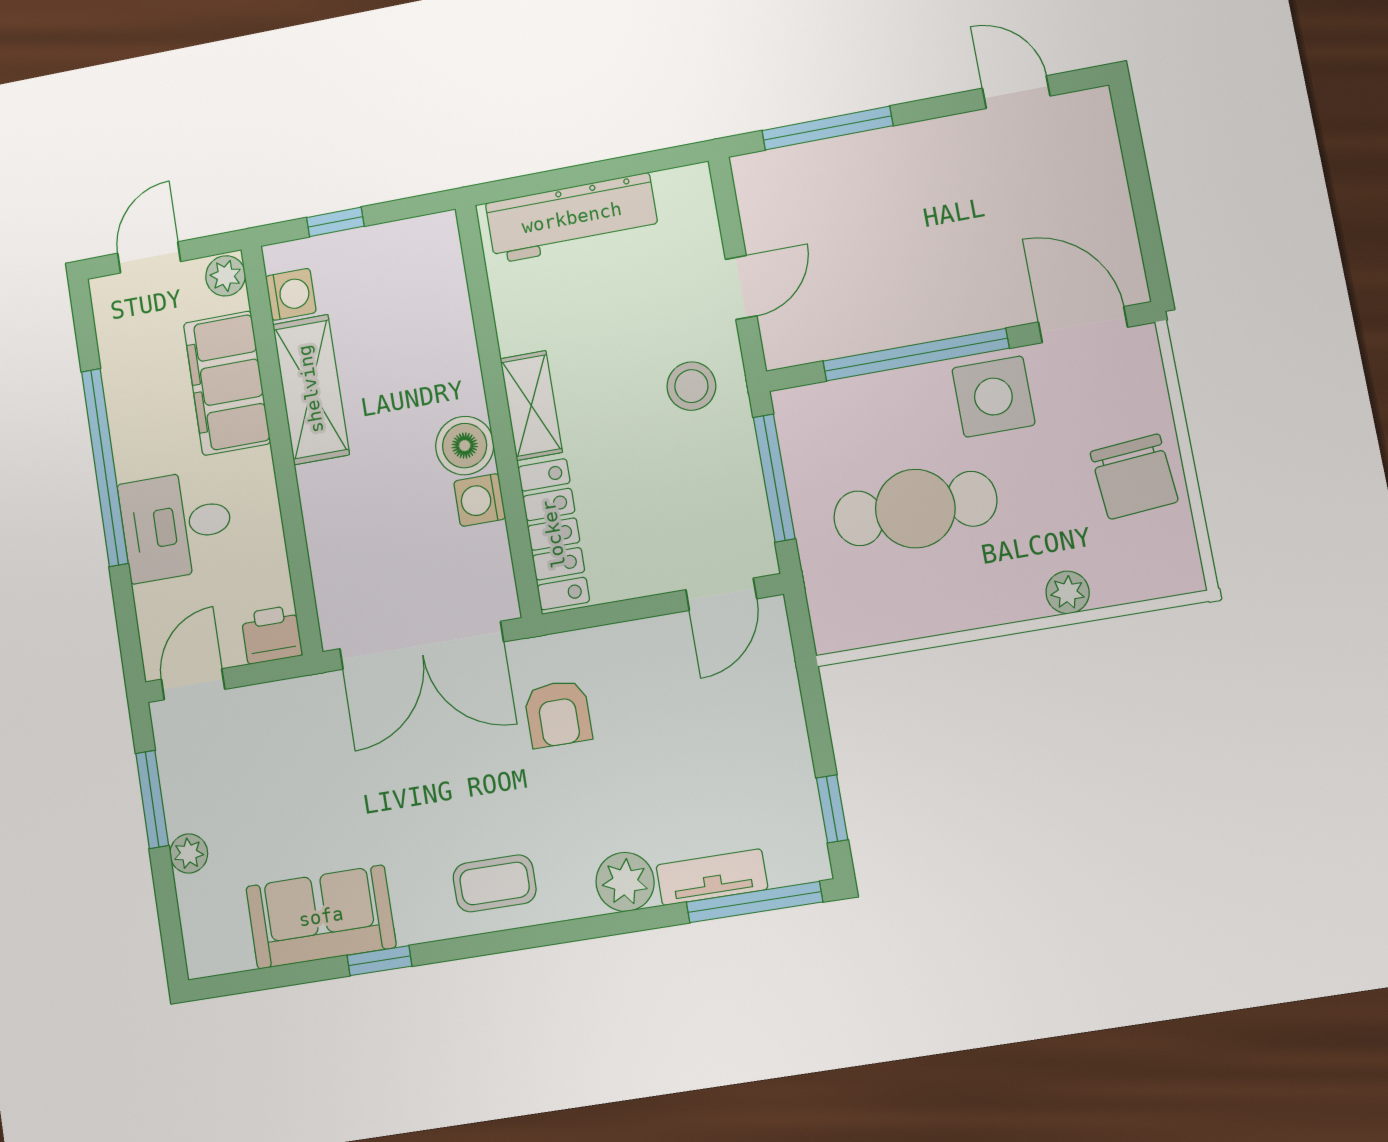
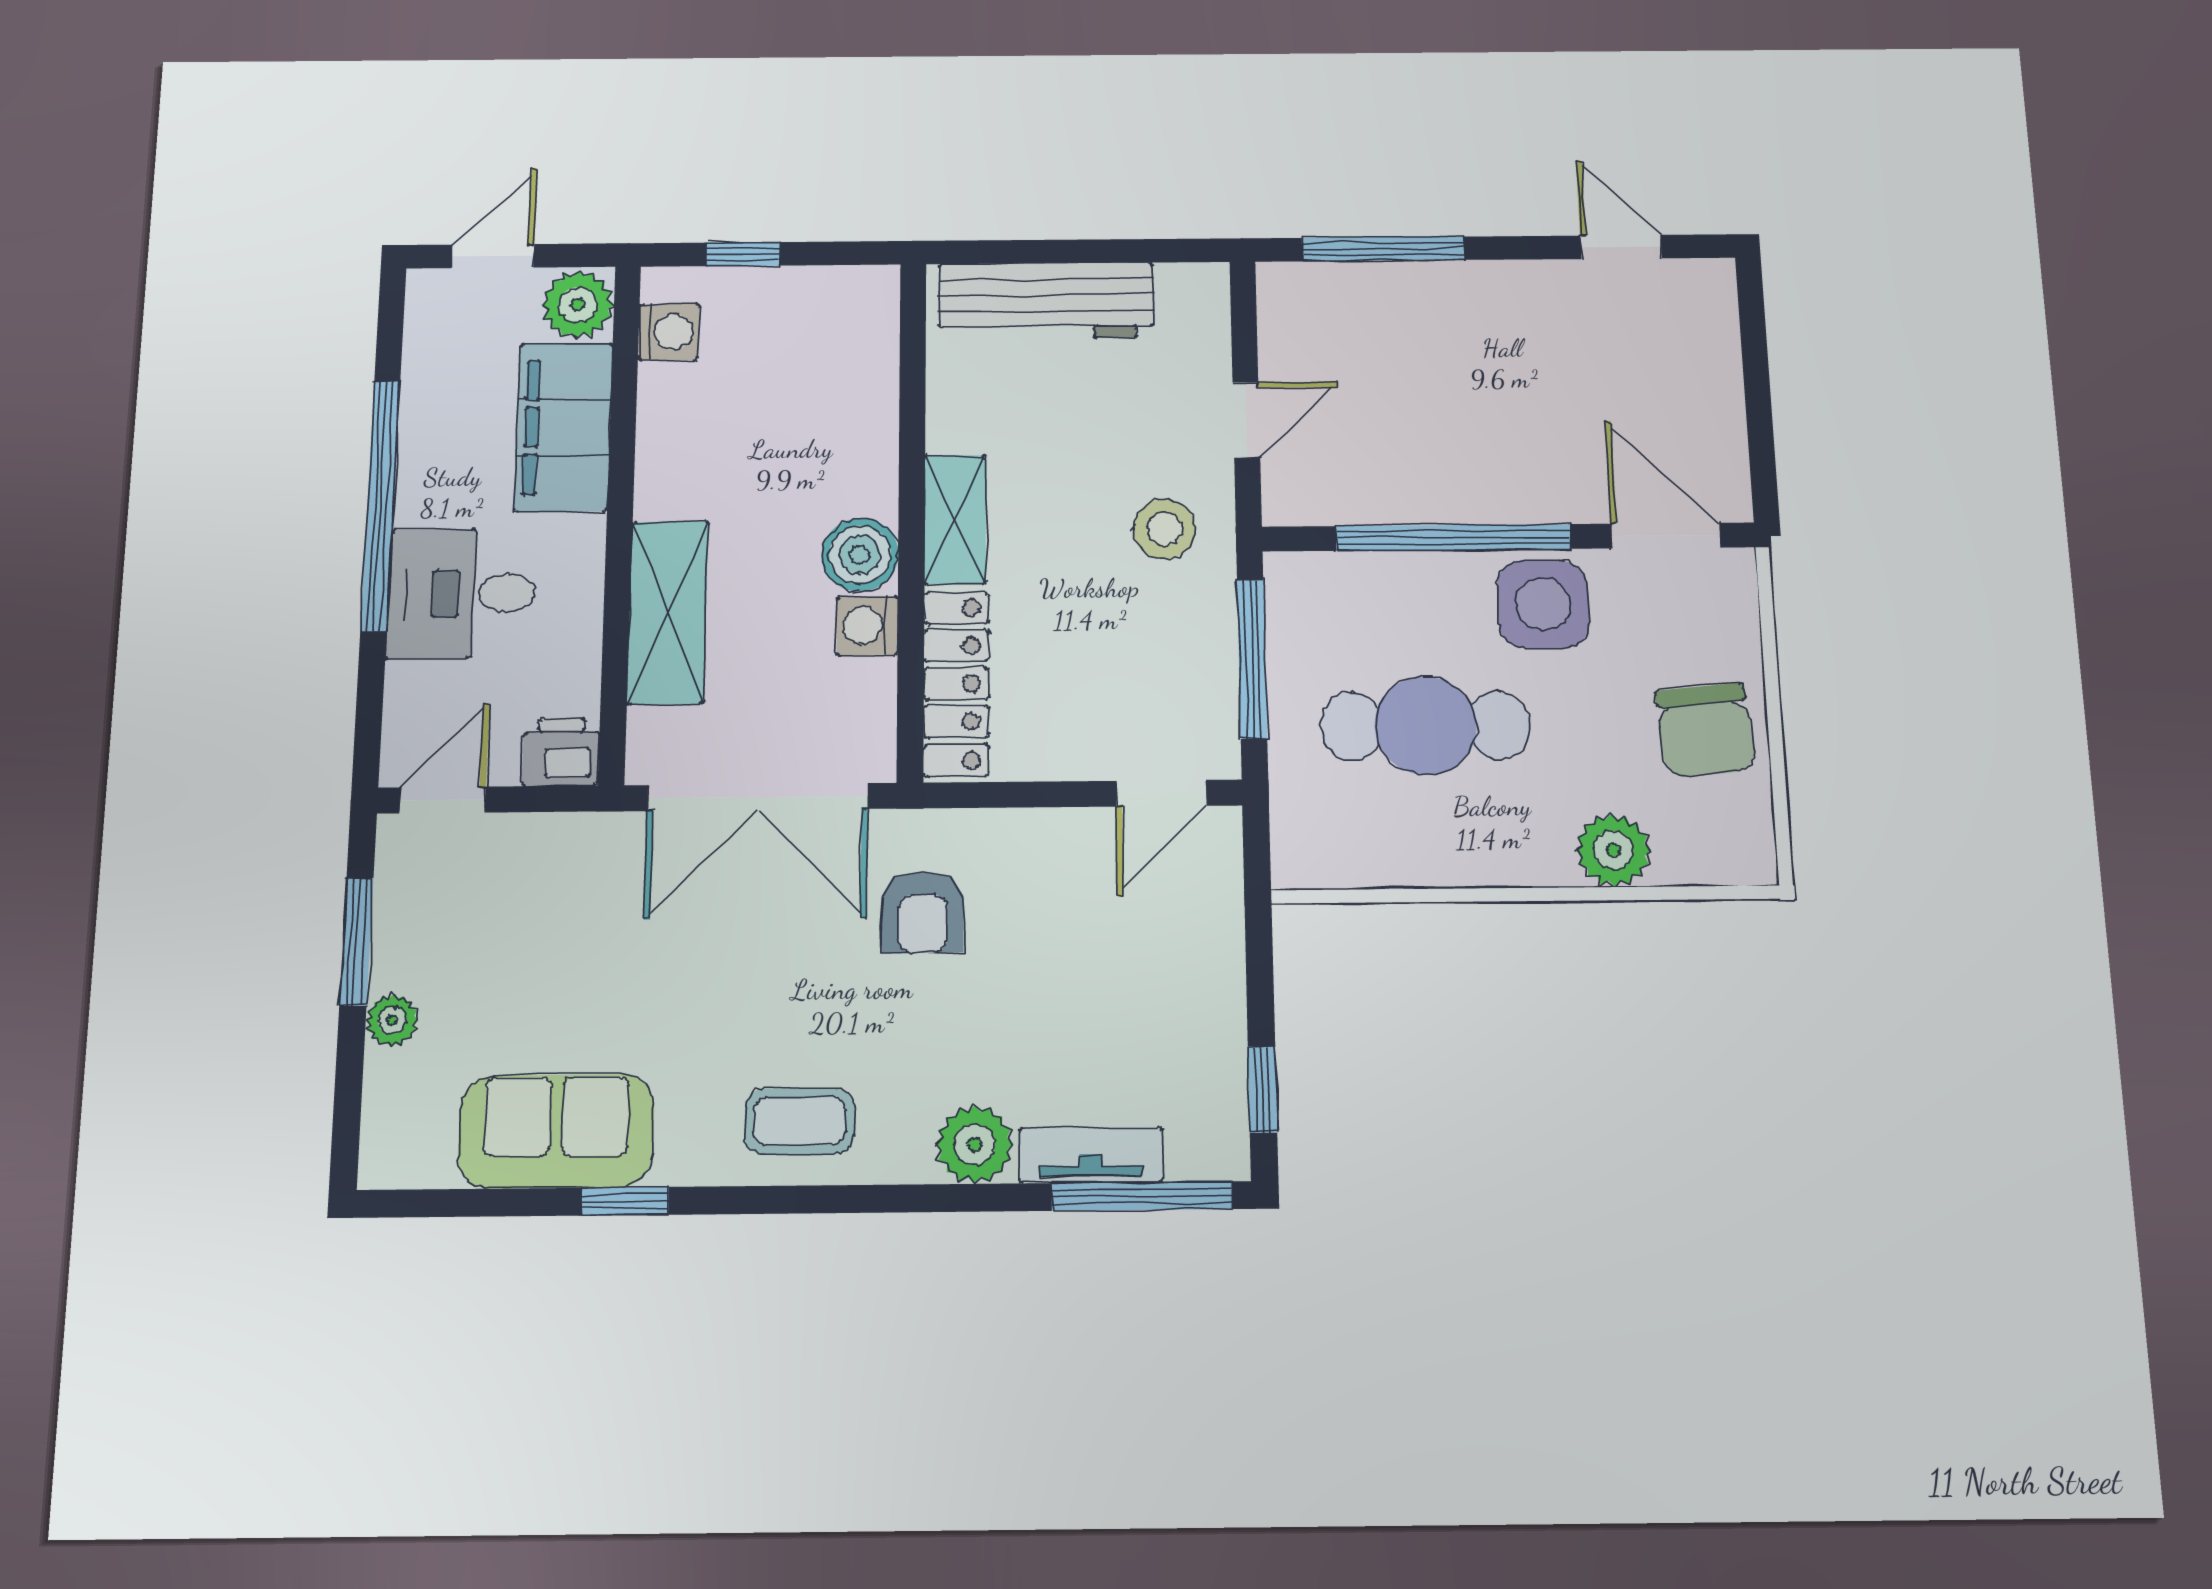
plant: (226, 276) -> (578, 305), width x1.38, depth x1.38
shelving: (311, 389) -> (668, 612), moved
plant: (1068, 592) -> (1613, 850), width x1.38, depth x1.38

